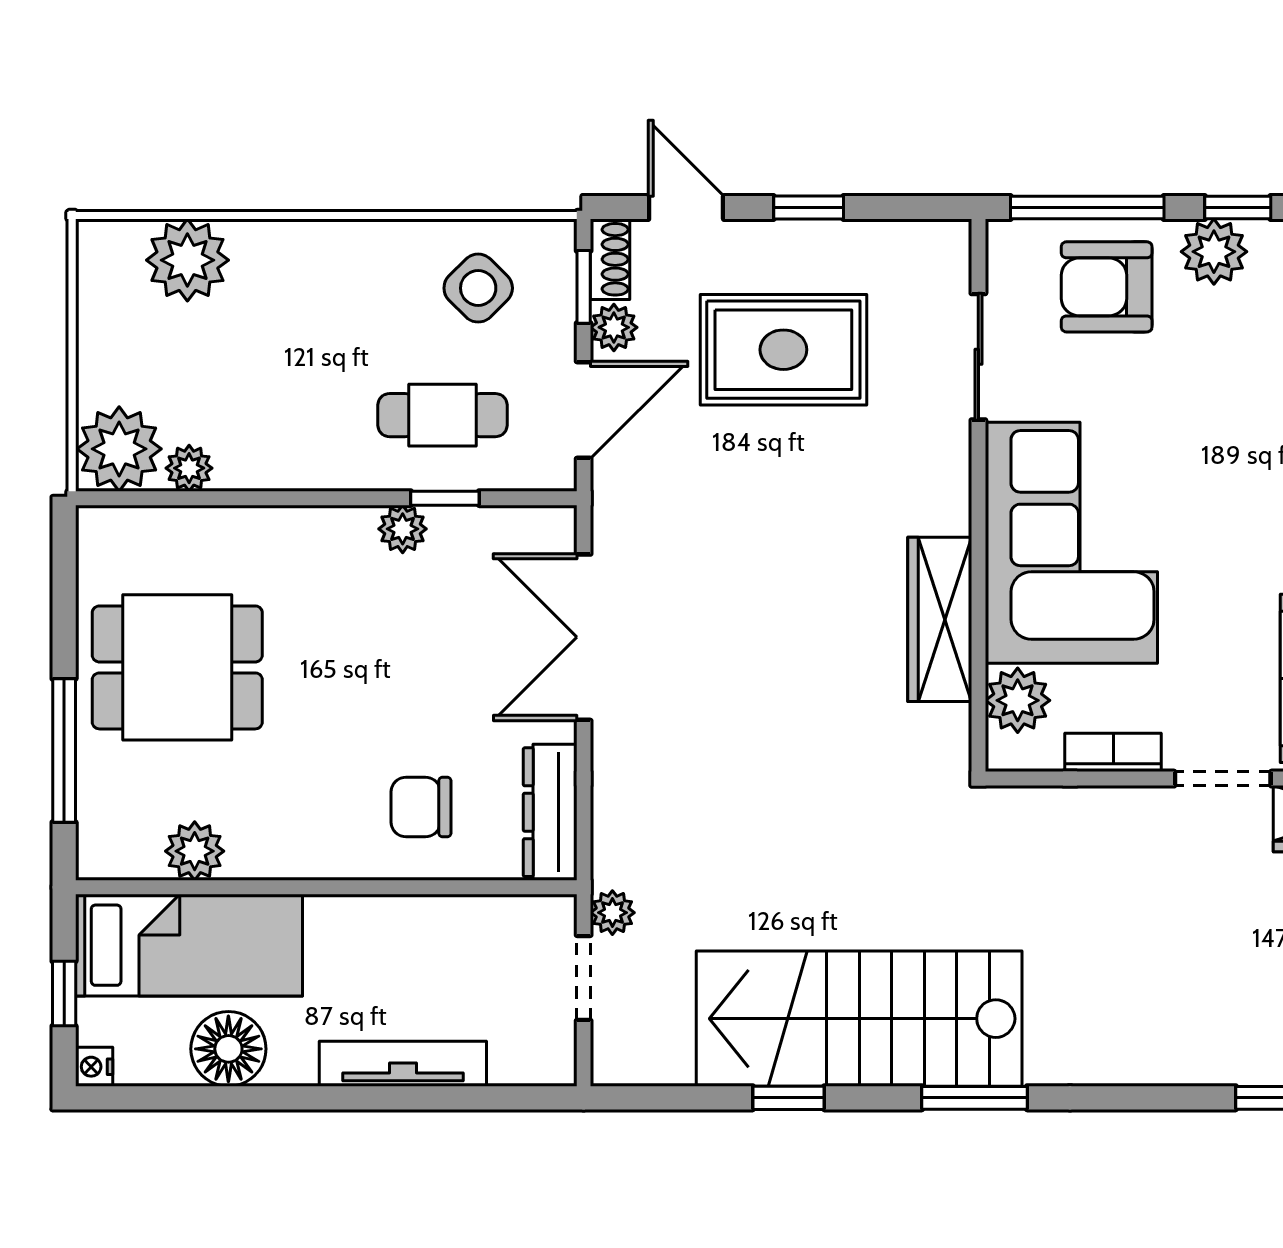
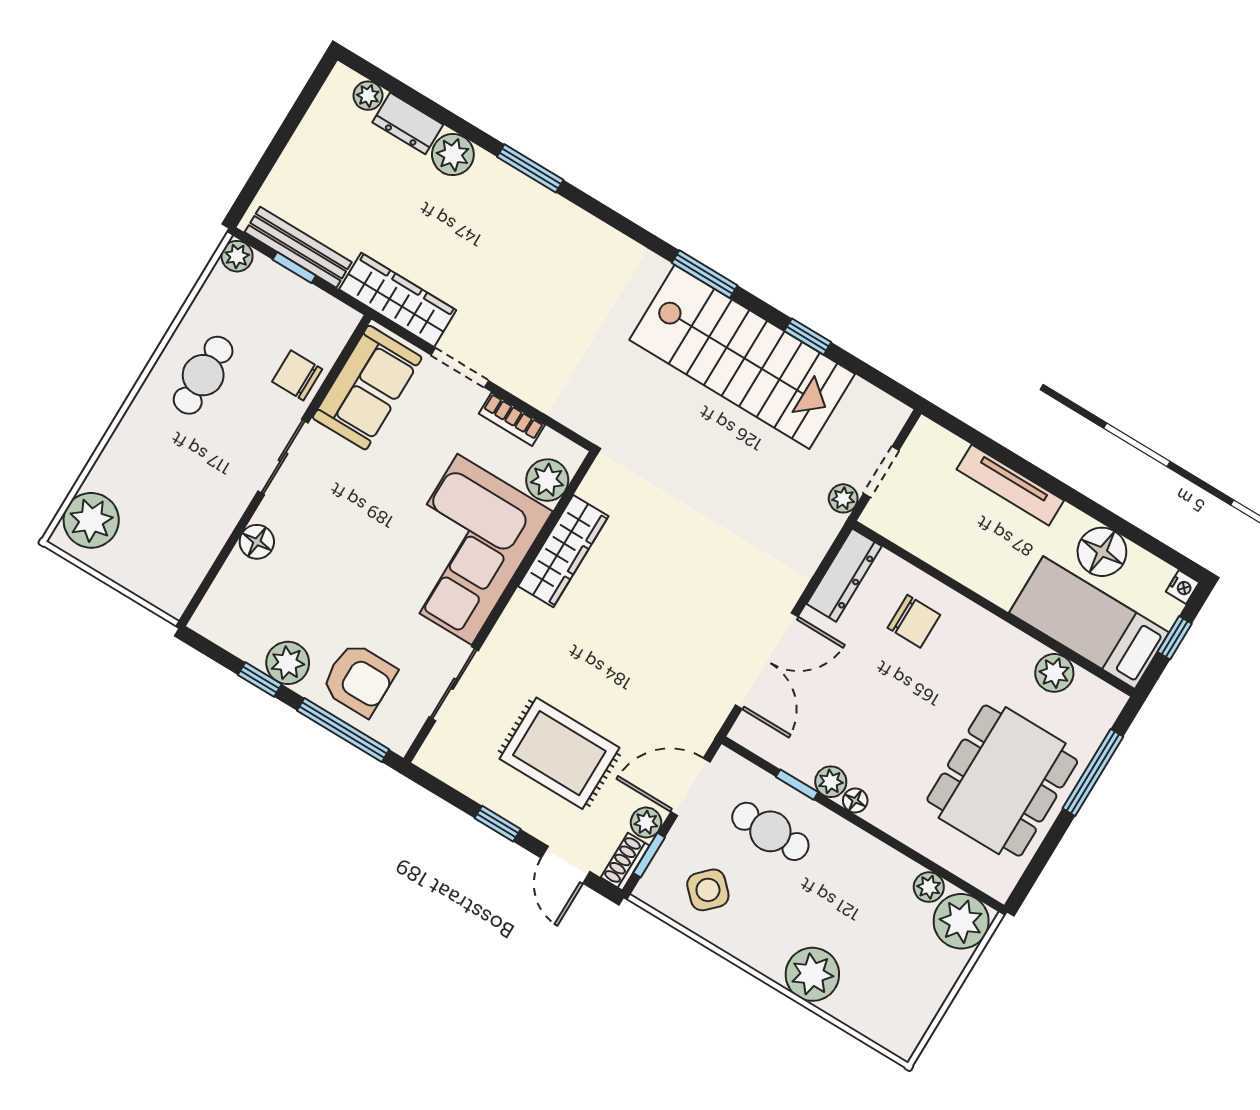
plant: (187, 260) -> (812, 974), moved
floor lamp: (355, 524) -> (855, 800), added
dining table: (177, 667) -> (1002, 781), width x1.38

